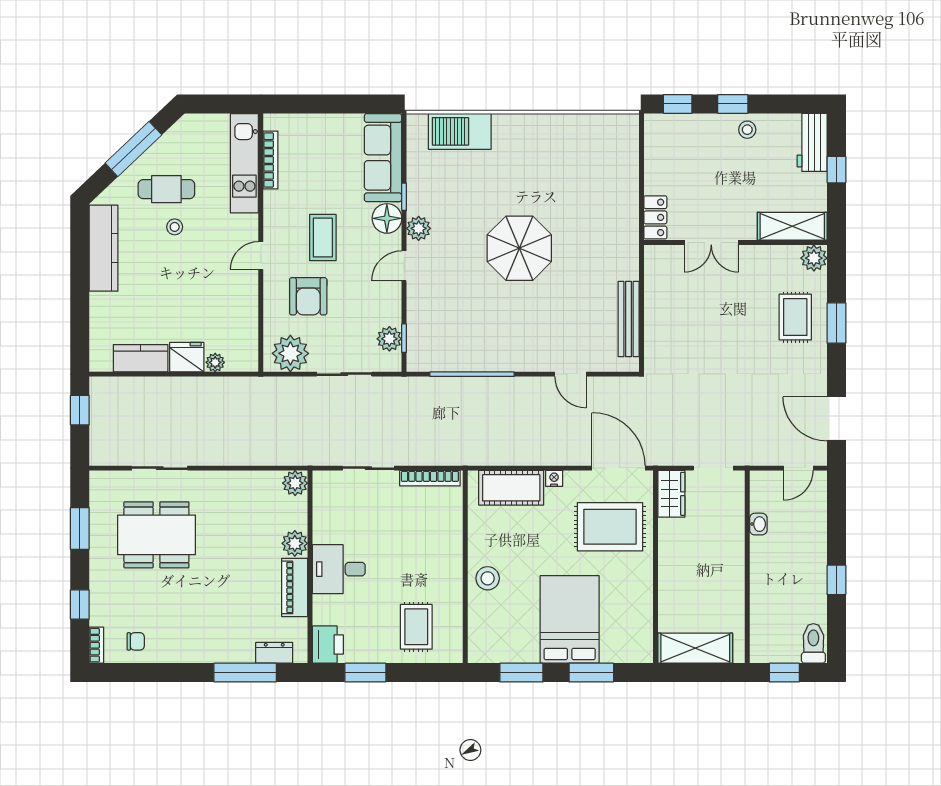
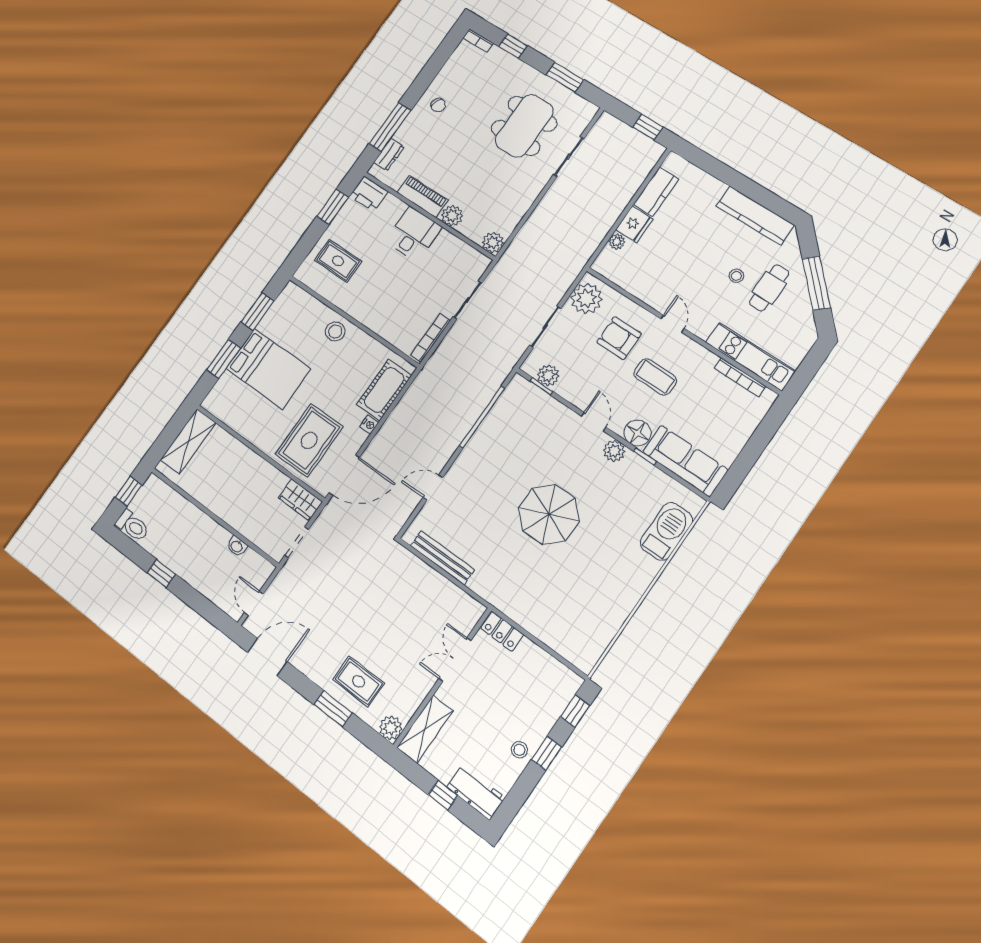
chair: (136, 641) -> (438, 105), moved, turned -66

